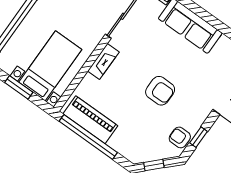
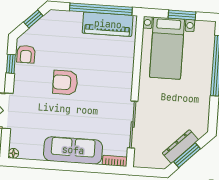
fireplace: (103, 61) -> (126, 78), removed
armchair: (180, 137) -> (26, 54), turned 90

